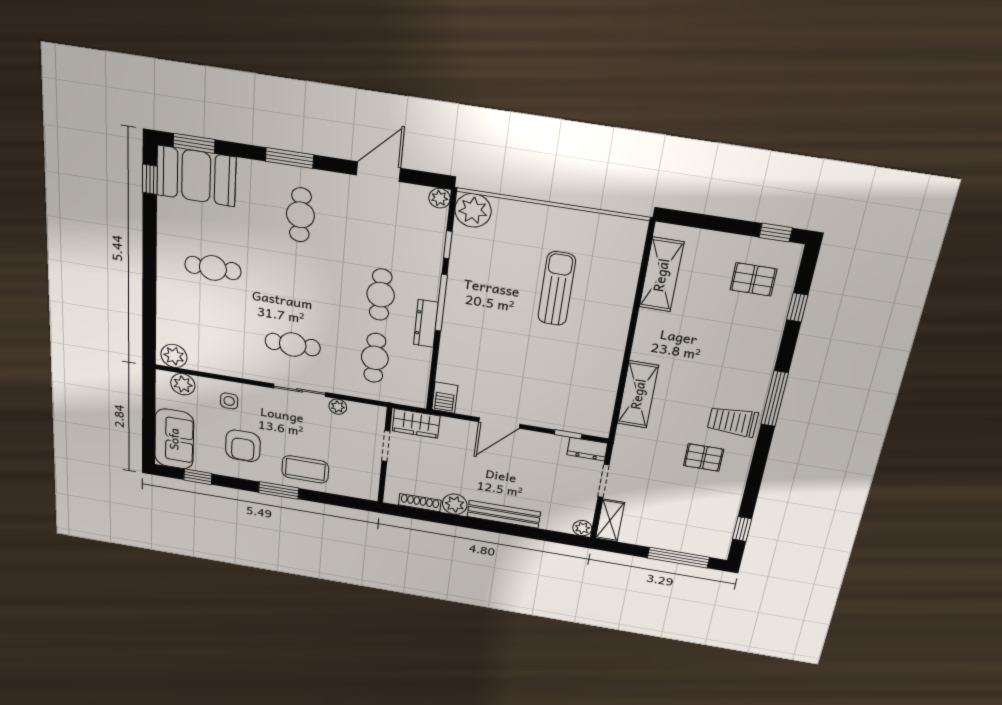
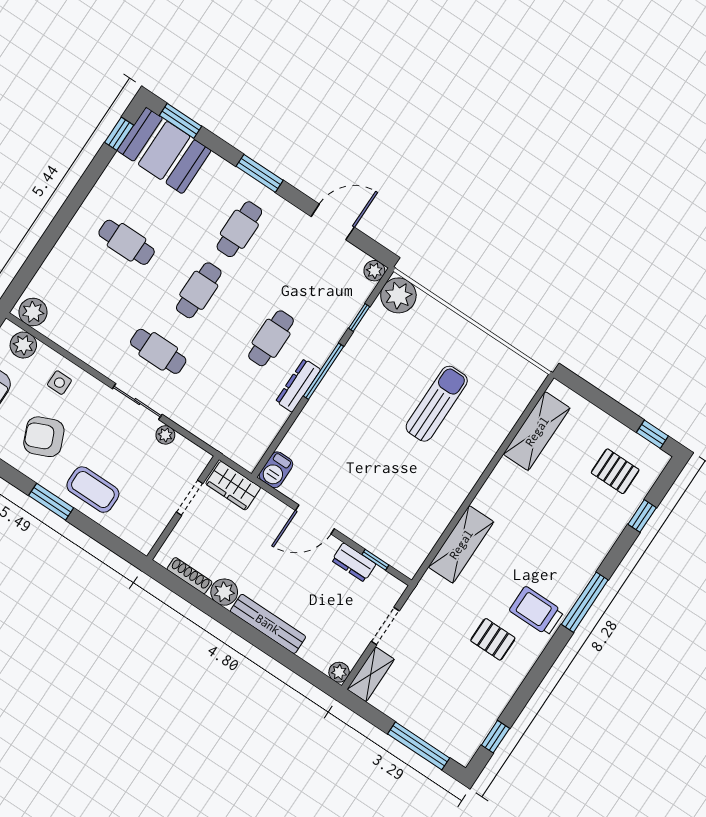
cafe table: (375, 358) -> (199, 290), moved
armchair: (243, 446) -> (44, 437), turned 67
dresser: (587, 449) -> (354, 562), moved

